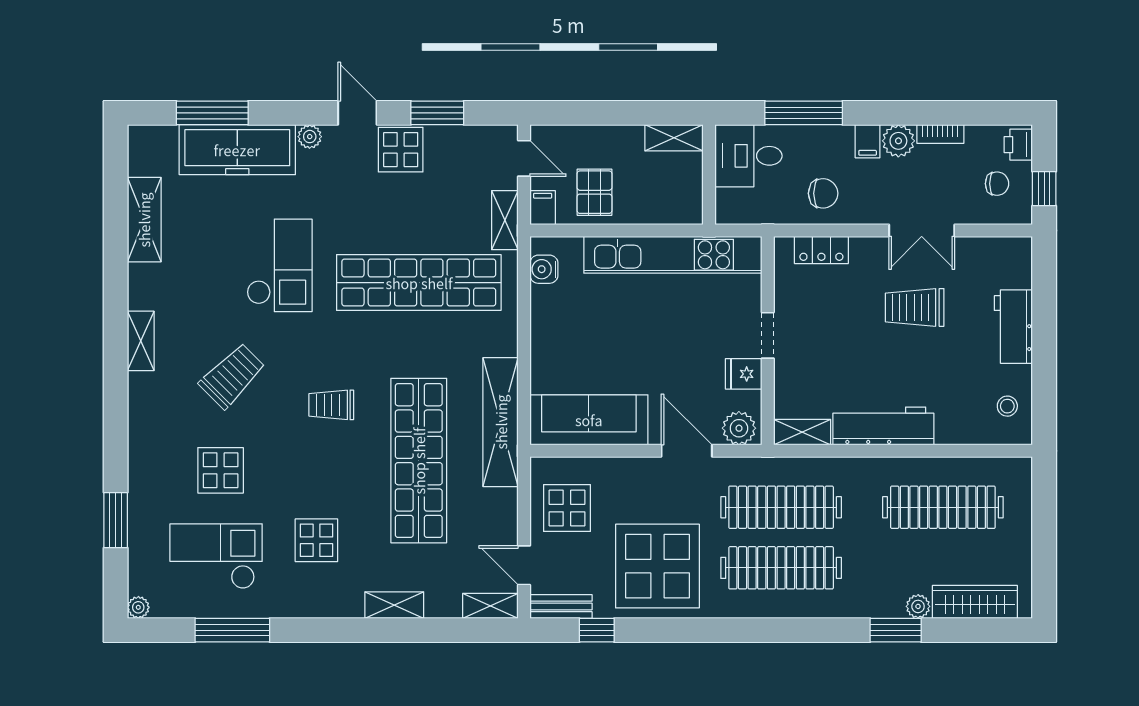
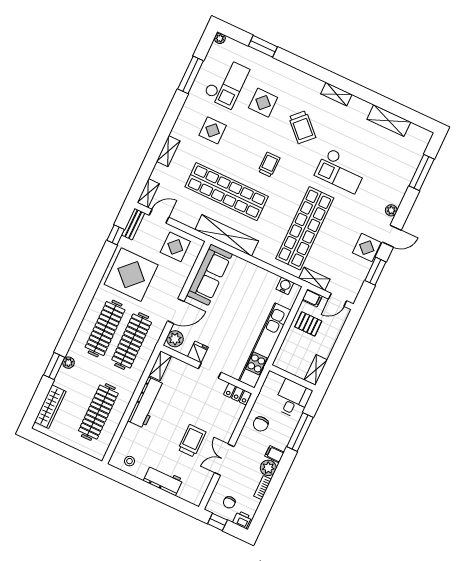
freezer: (237, 150) -> (400, 176), removed
locker: (821, 250) -> (237, 394), moved, turned -90
plant: (918, 606) -> (68, 363), moved

